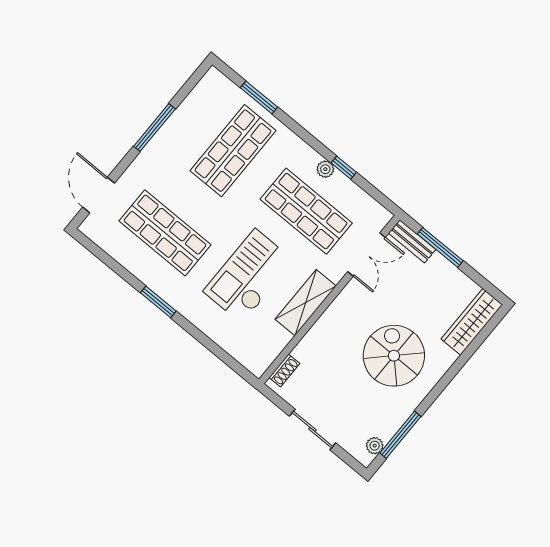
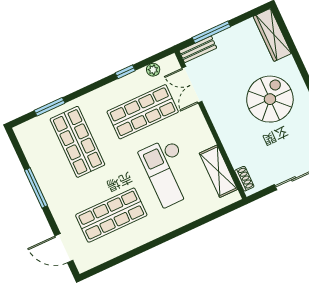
plant: (325, 169) -> (153, 70), moved
double door: (367, 254) -> (192, 85), swing flipped
window: (158, 302) -> (156, 242), removed
shelving: (306, 303) -> (218, 171), moved
spiral stairs: (394, 356) -> (270, 99), turned 90

